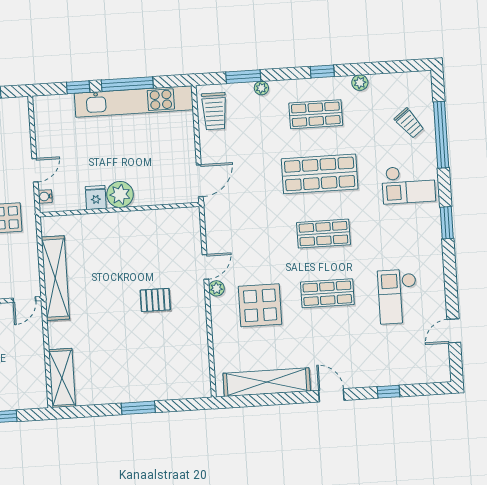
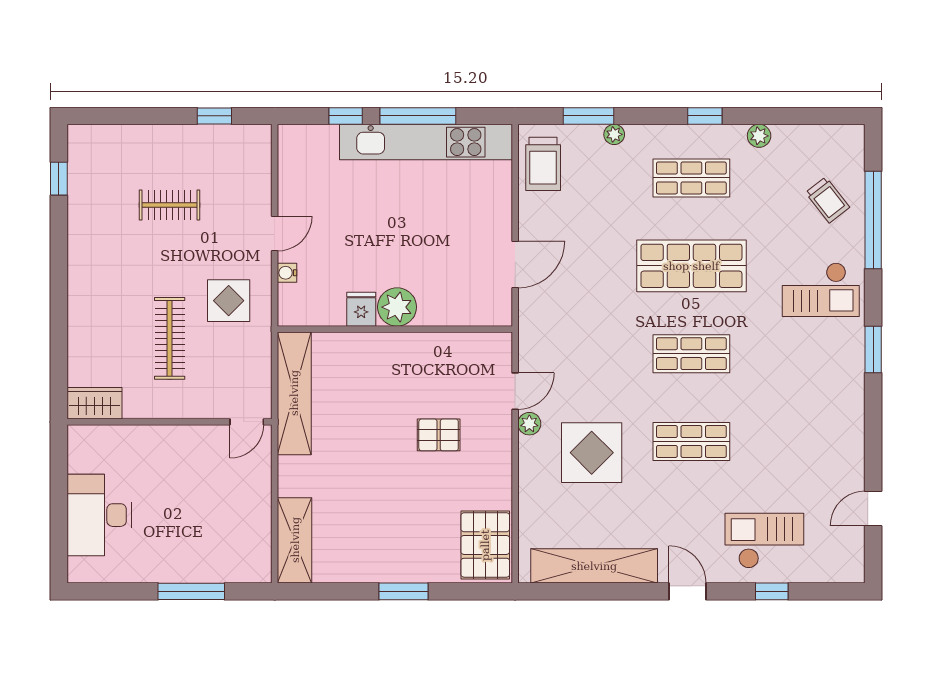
plant: (120, 194) -> (397, 307), moved
fridge: (96, 198) -> (361, 309), moved
wall: (120, 210) -> (395, 329), moved
checkout: (398, 296) -> (764, 541), moved, turned 90
pallet: (192, 373) -> (485, 545), added

